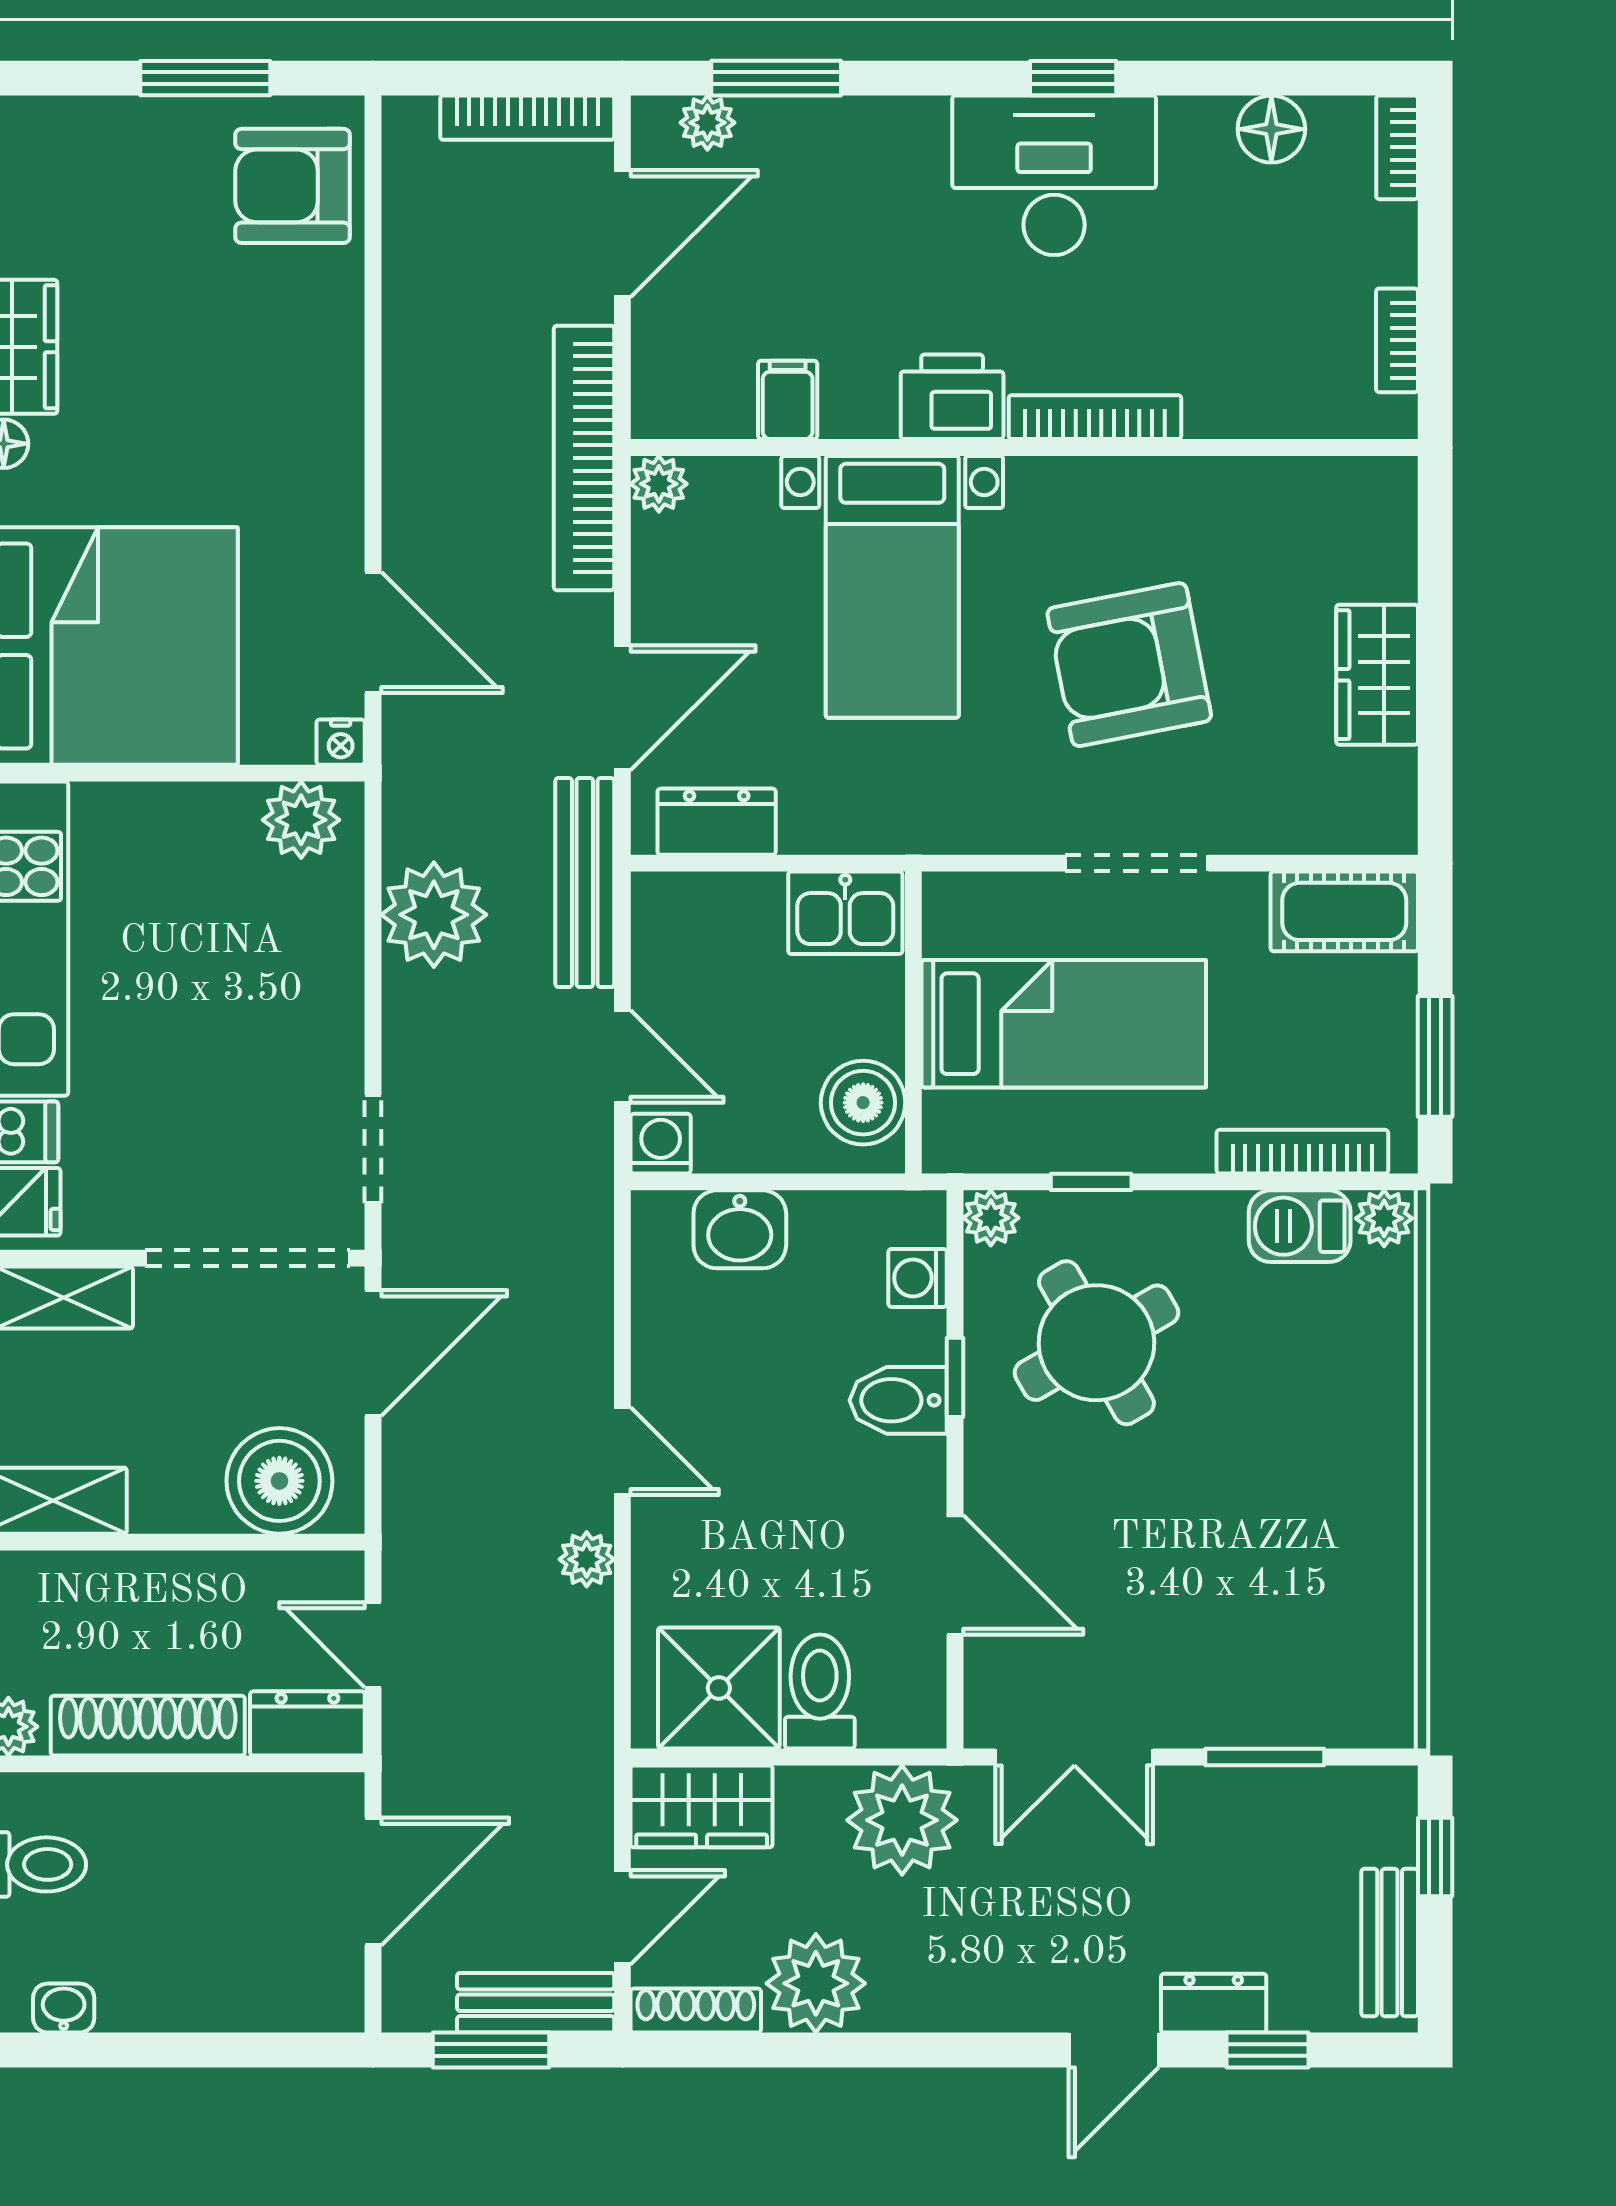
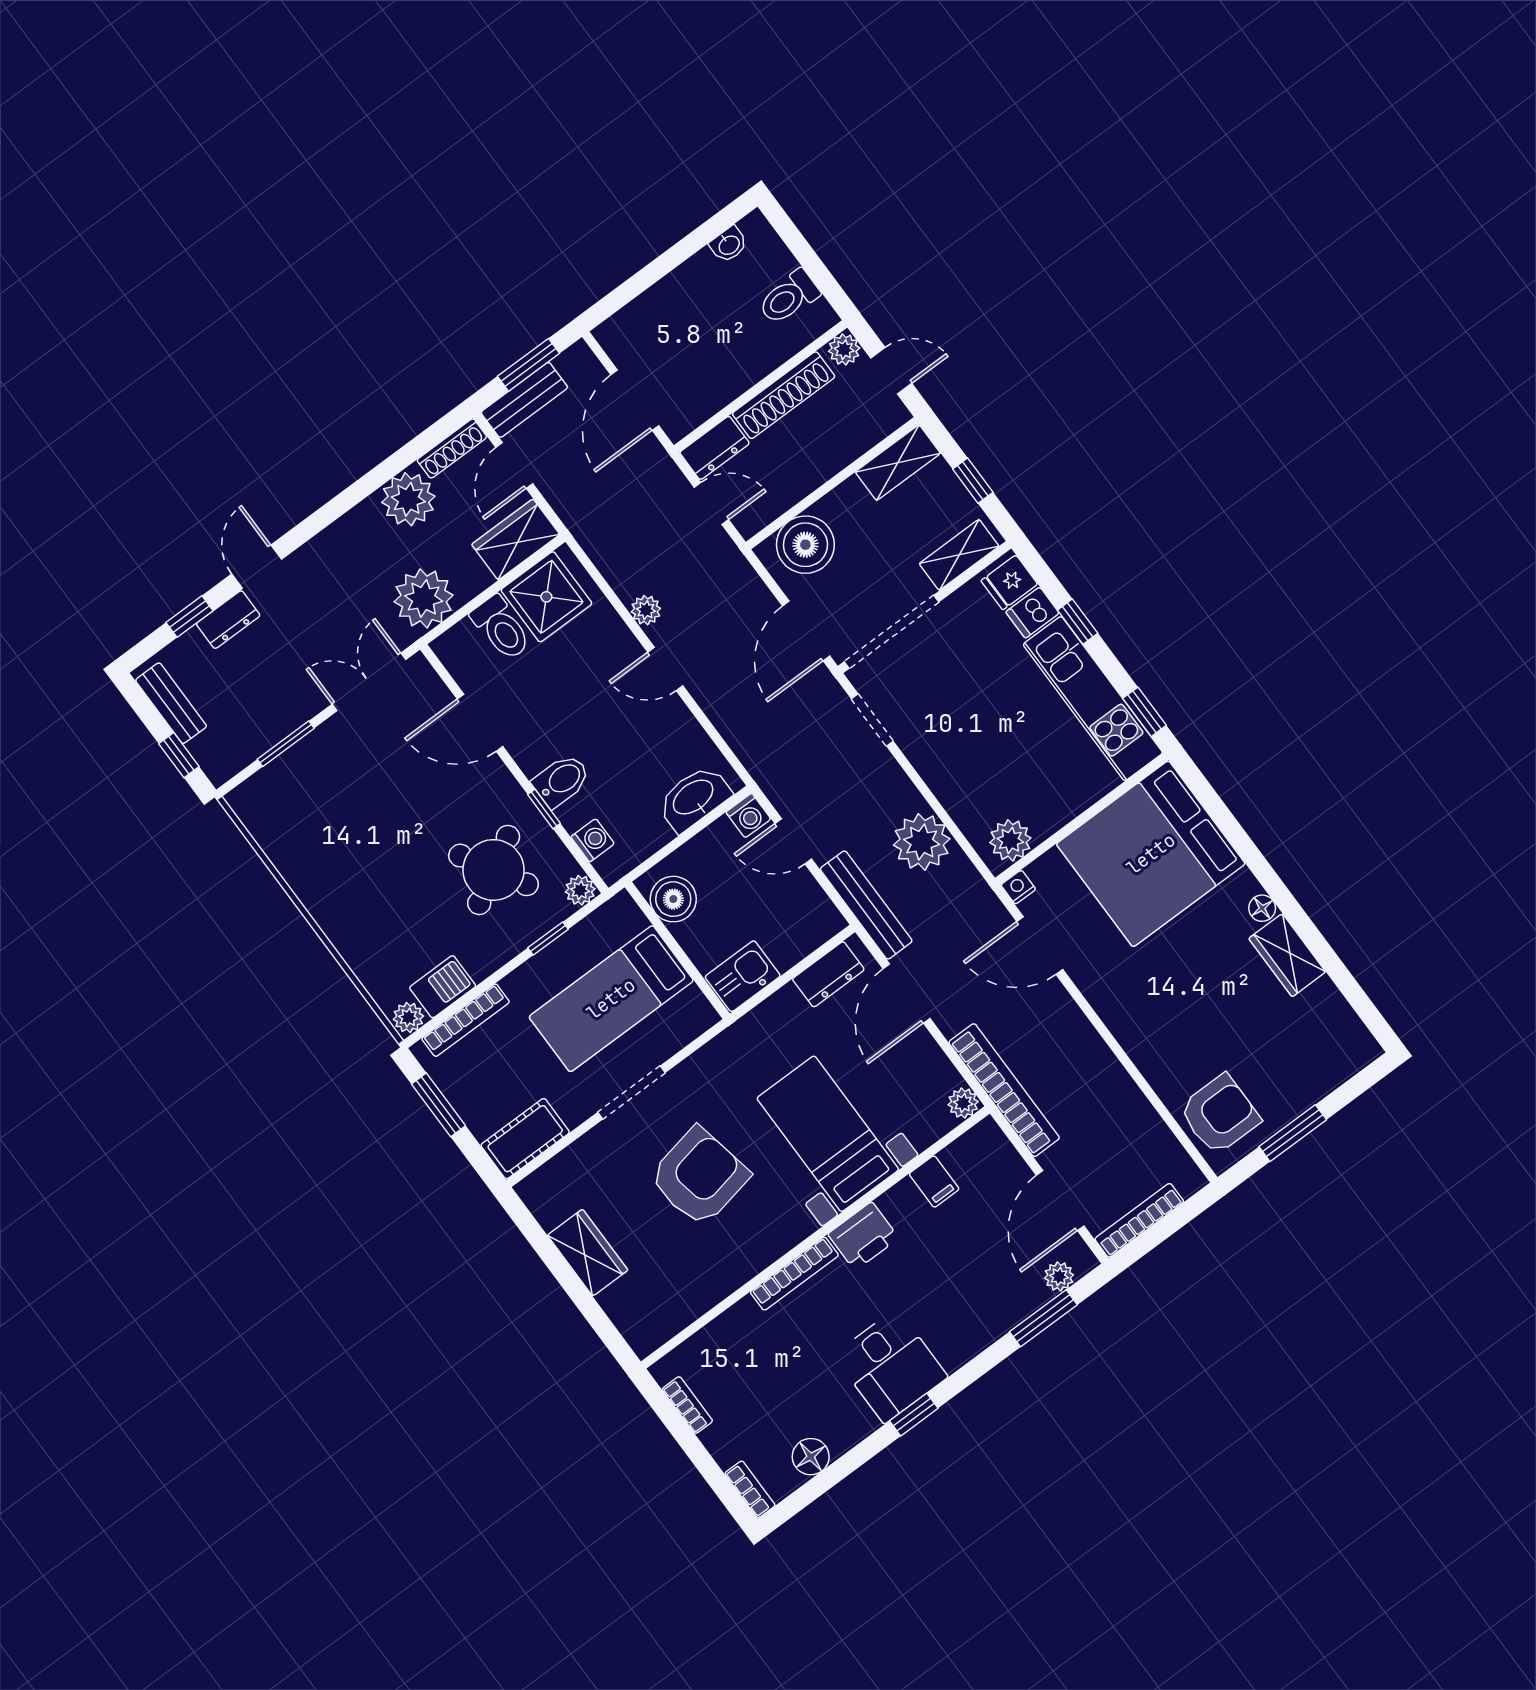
desk: (1054, 175) -> (891, 1366), width x0.73
washbasin: (740, 1229) -> (694, 798), width x1.38

